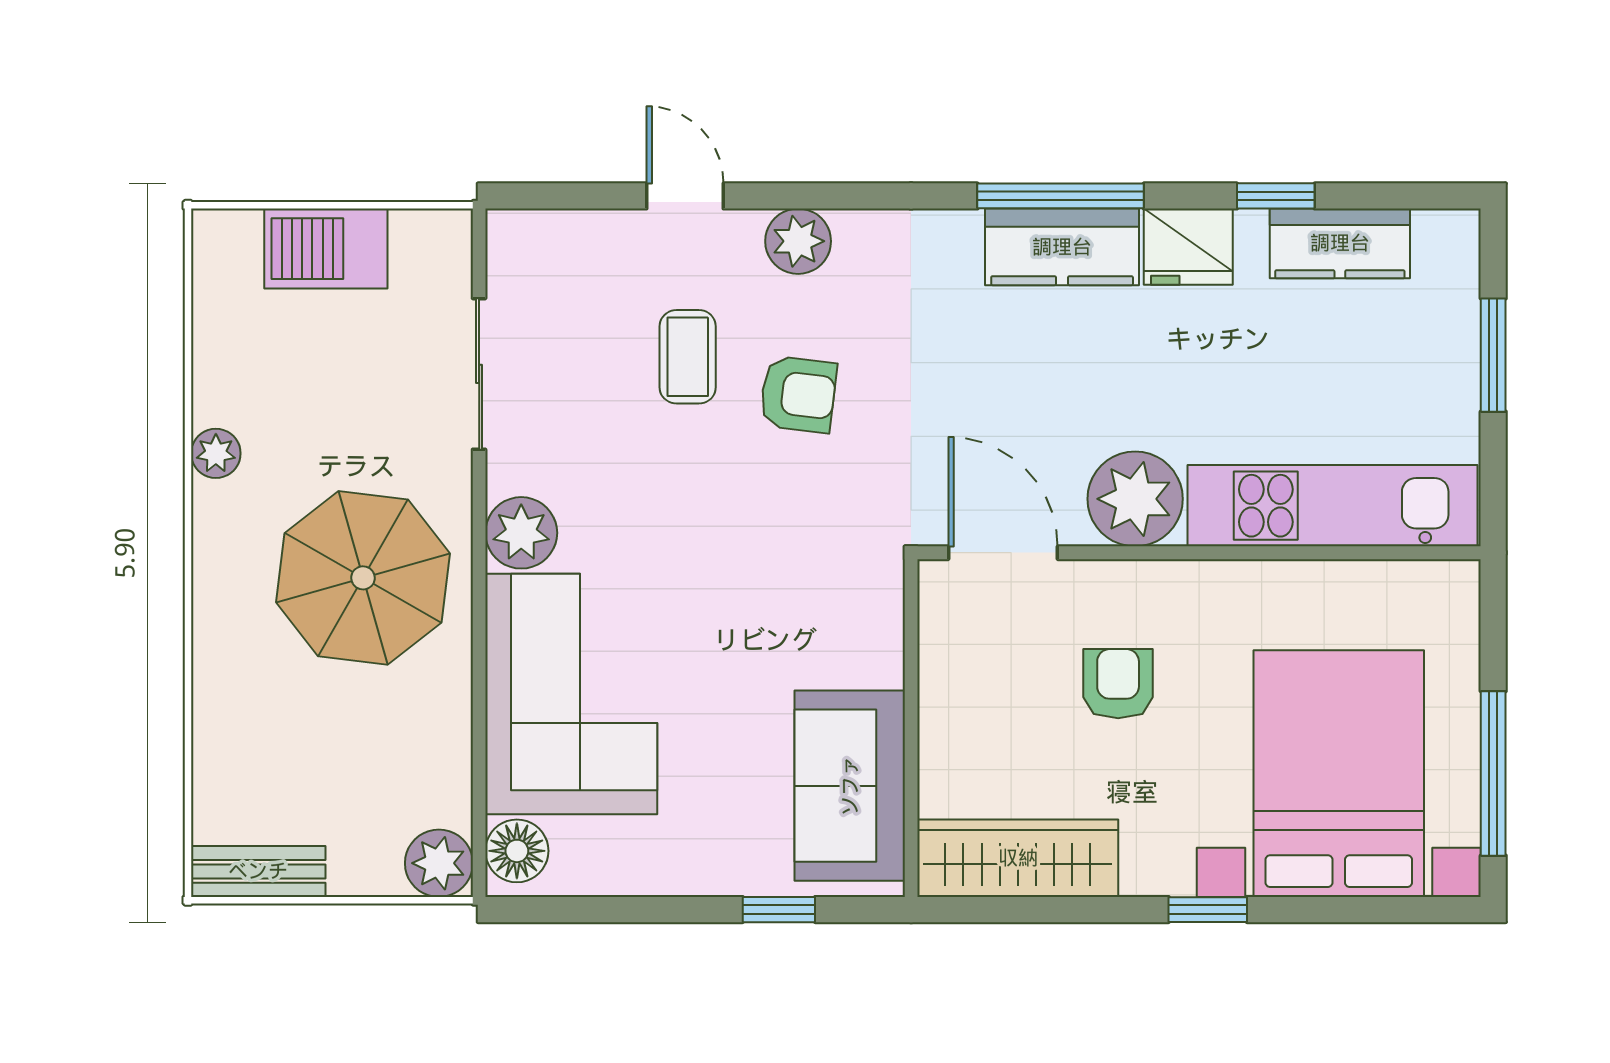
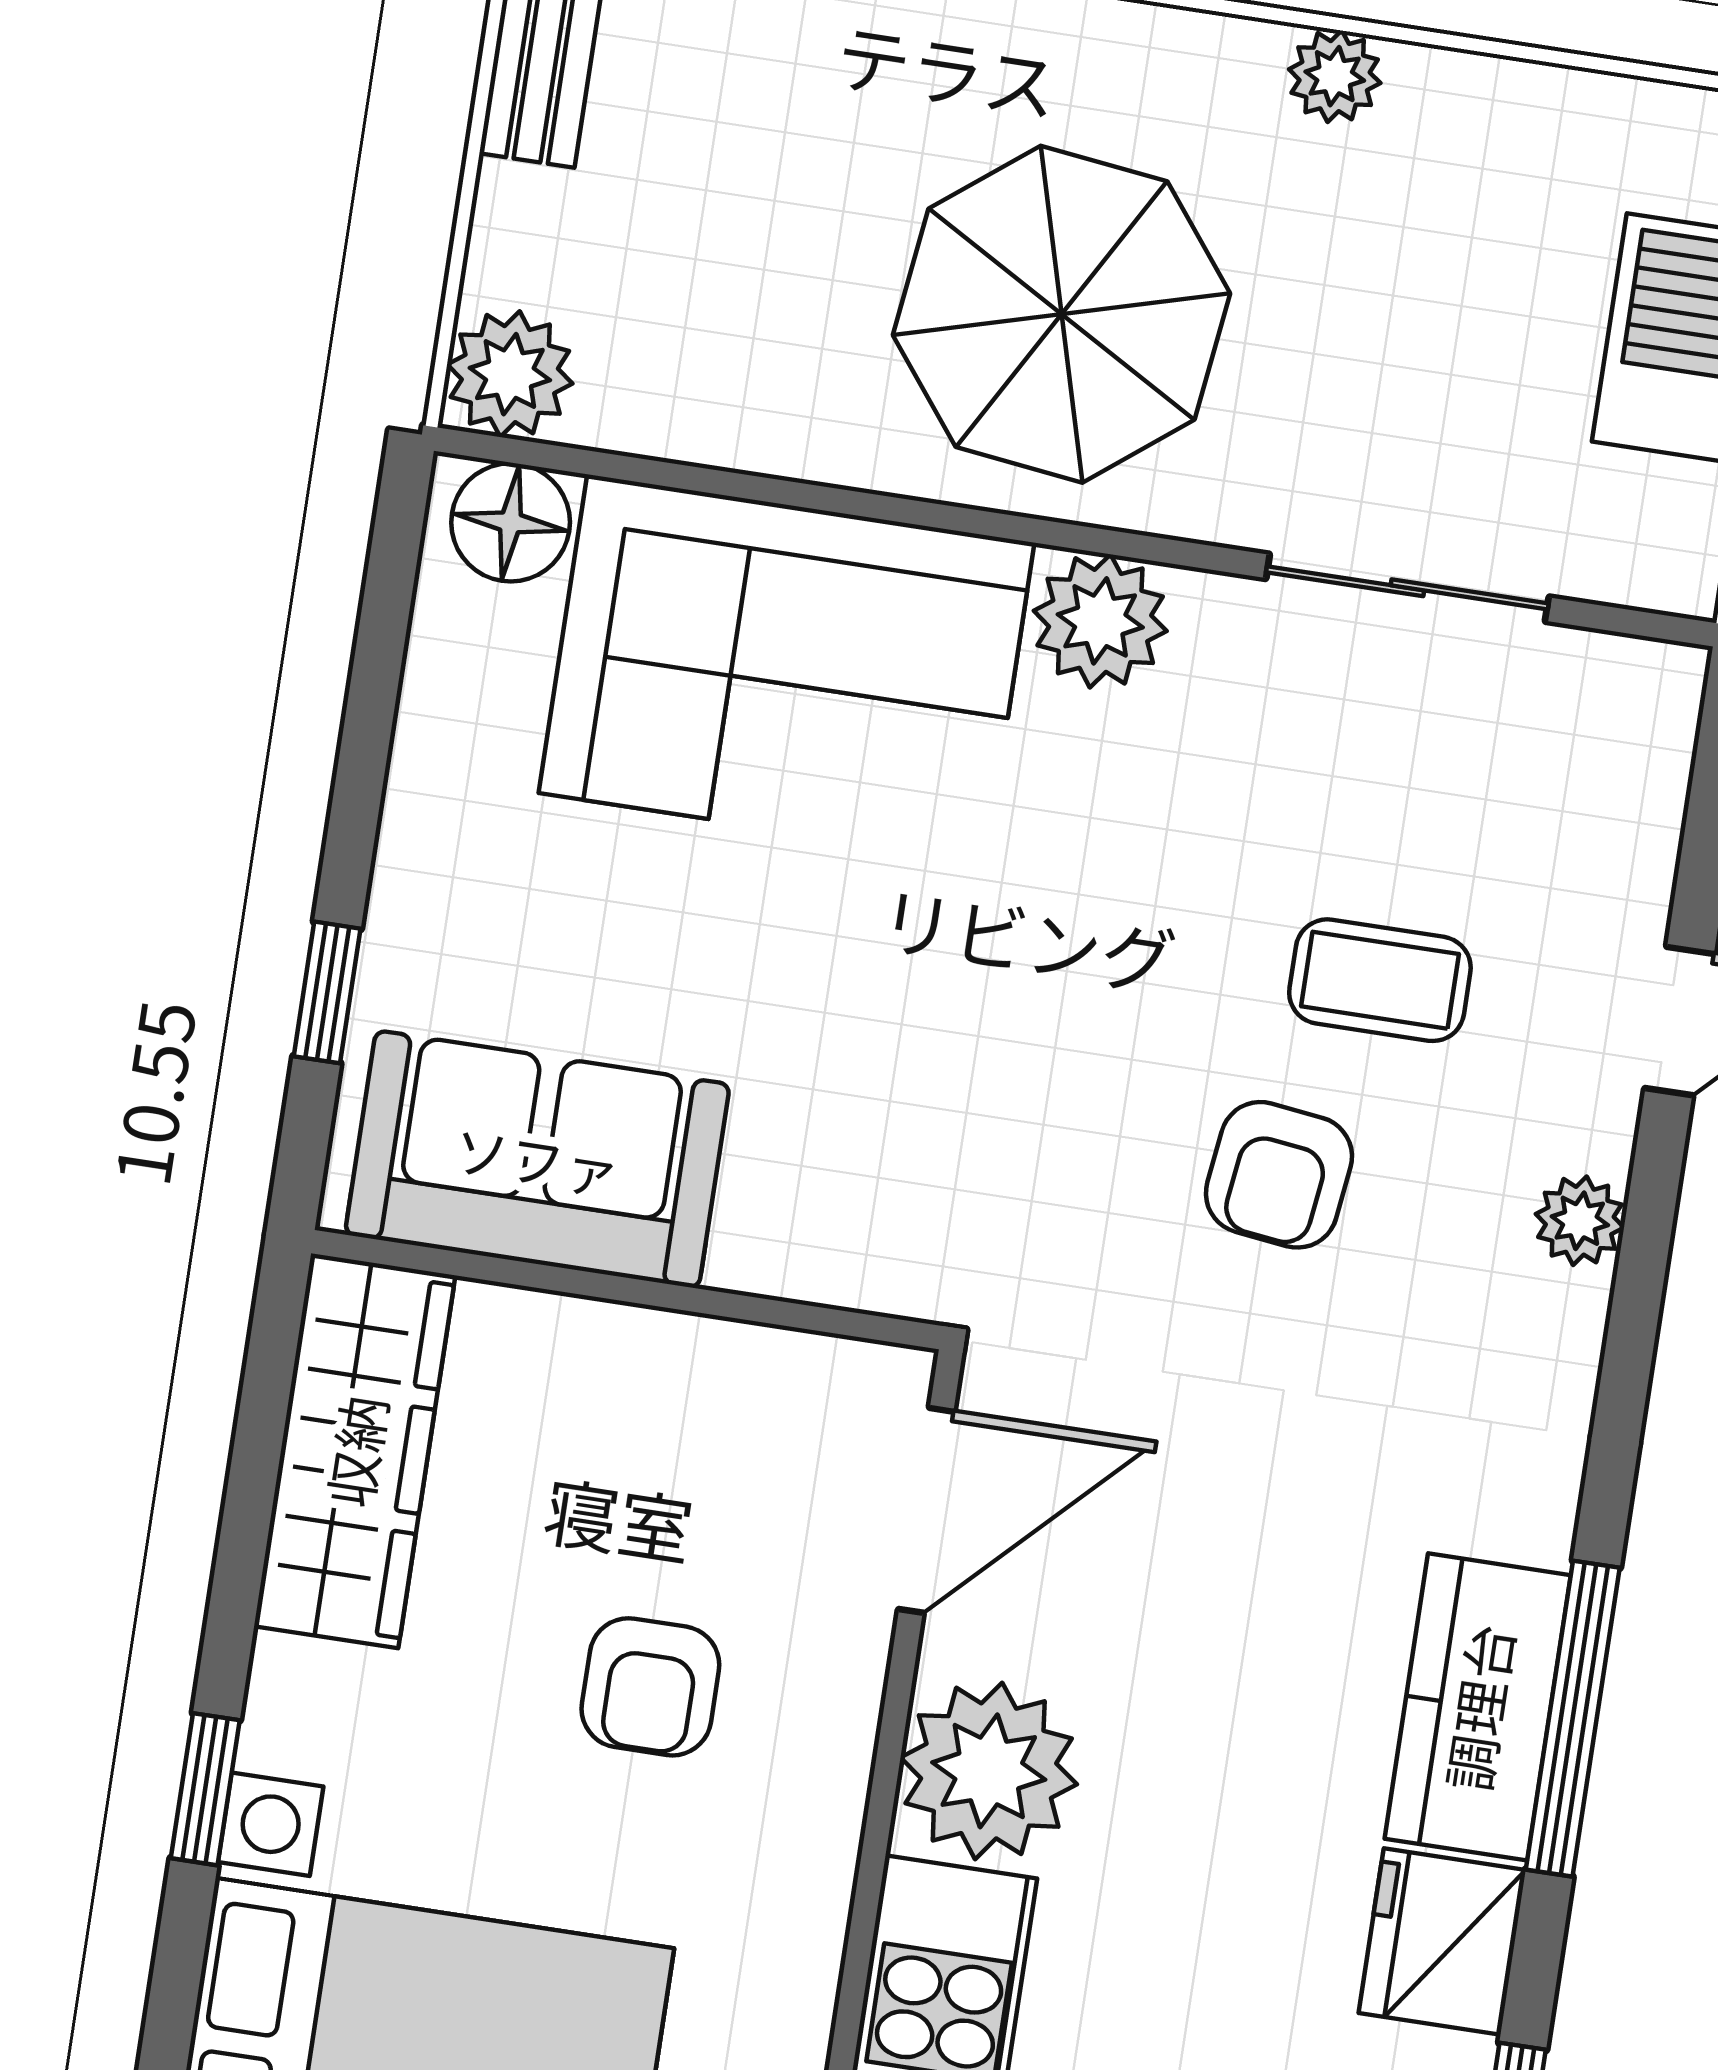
plant: (798, 241) -> (1580, 1221), width x0.73, depth x0.73
armchair: (1118, 684) -> (650, 1687), turned 90

